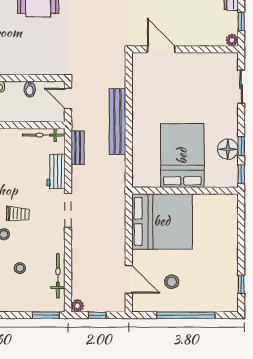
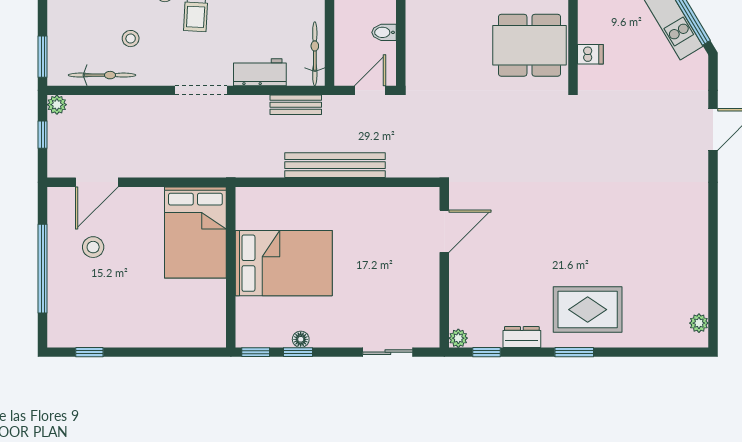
floor lamp: (228, 149) -> (301, 339), width x0.53, depth x0.53
bed: (162, 221) -> (195, 232), width x0.73
stool: (20, 268) -> (131, 39), moved

